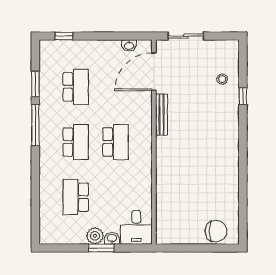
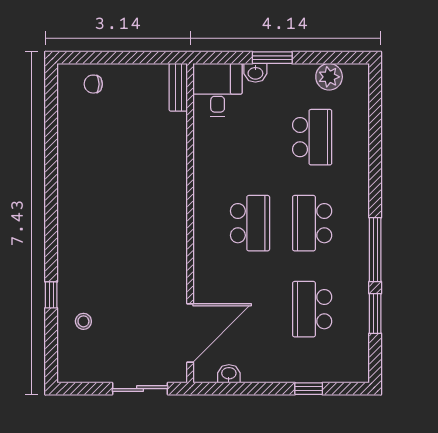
window: (64, 36) -> (309, 389), moved
bench: (161, 115) -> (178, 87), moved, width x0.73
school desk: (115, 142) -> (250, 223), turned 180
chair: (216, 231) -> (93, 84), width x0.54, depth x0.54
plant: (95, 236) -> (329, 77), moved

